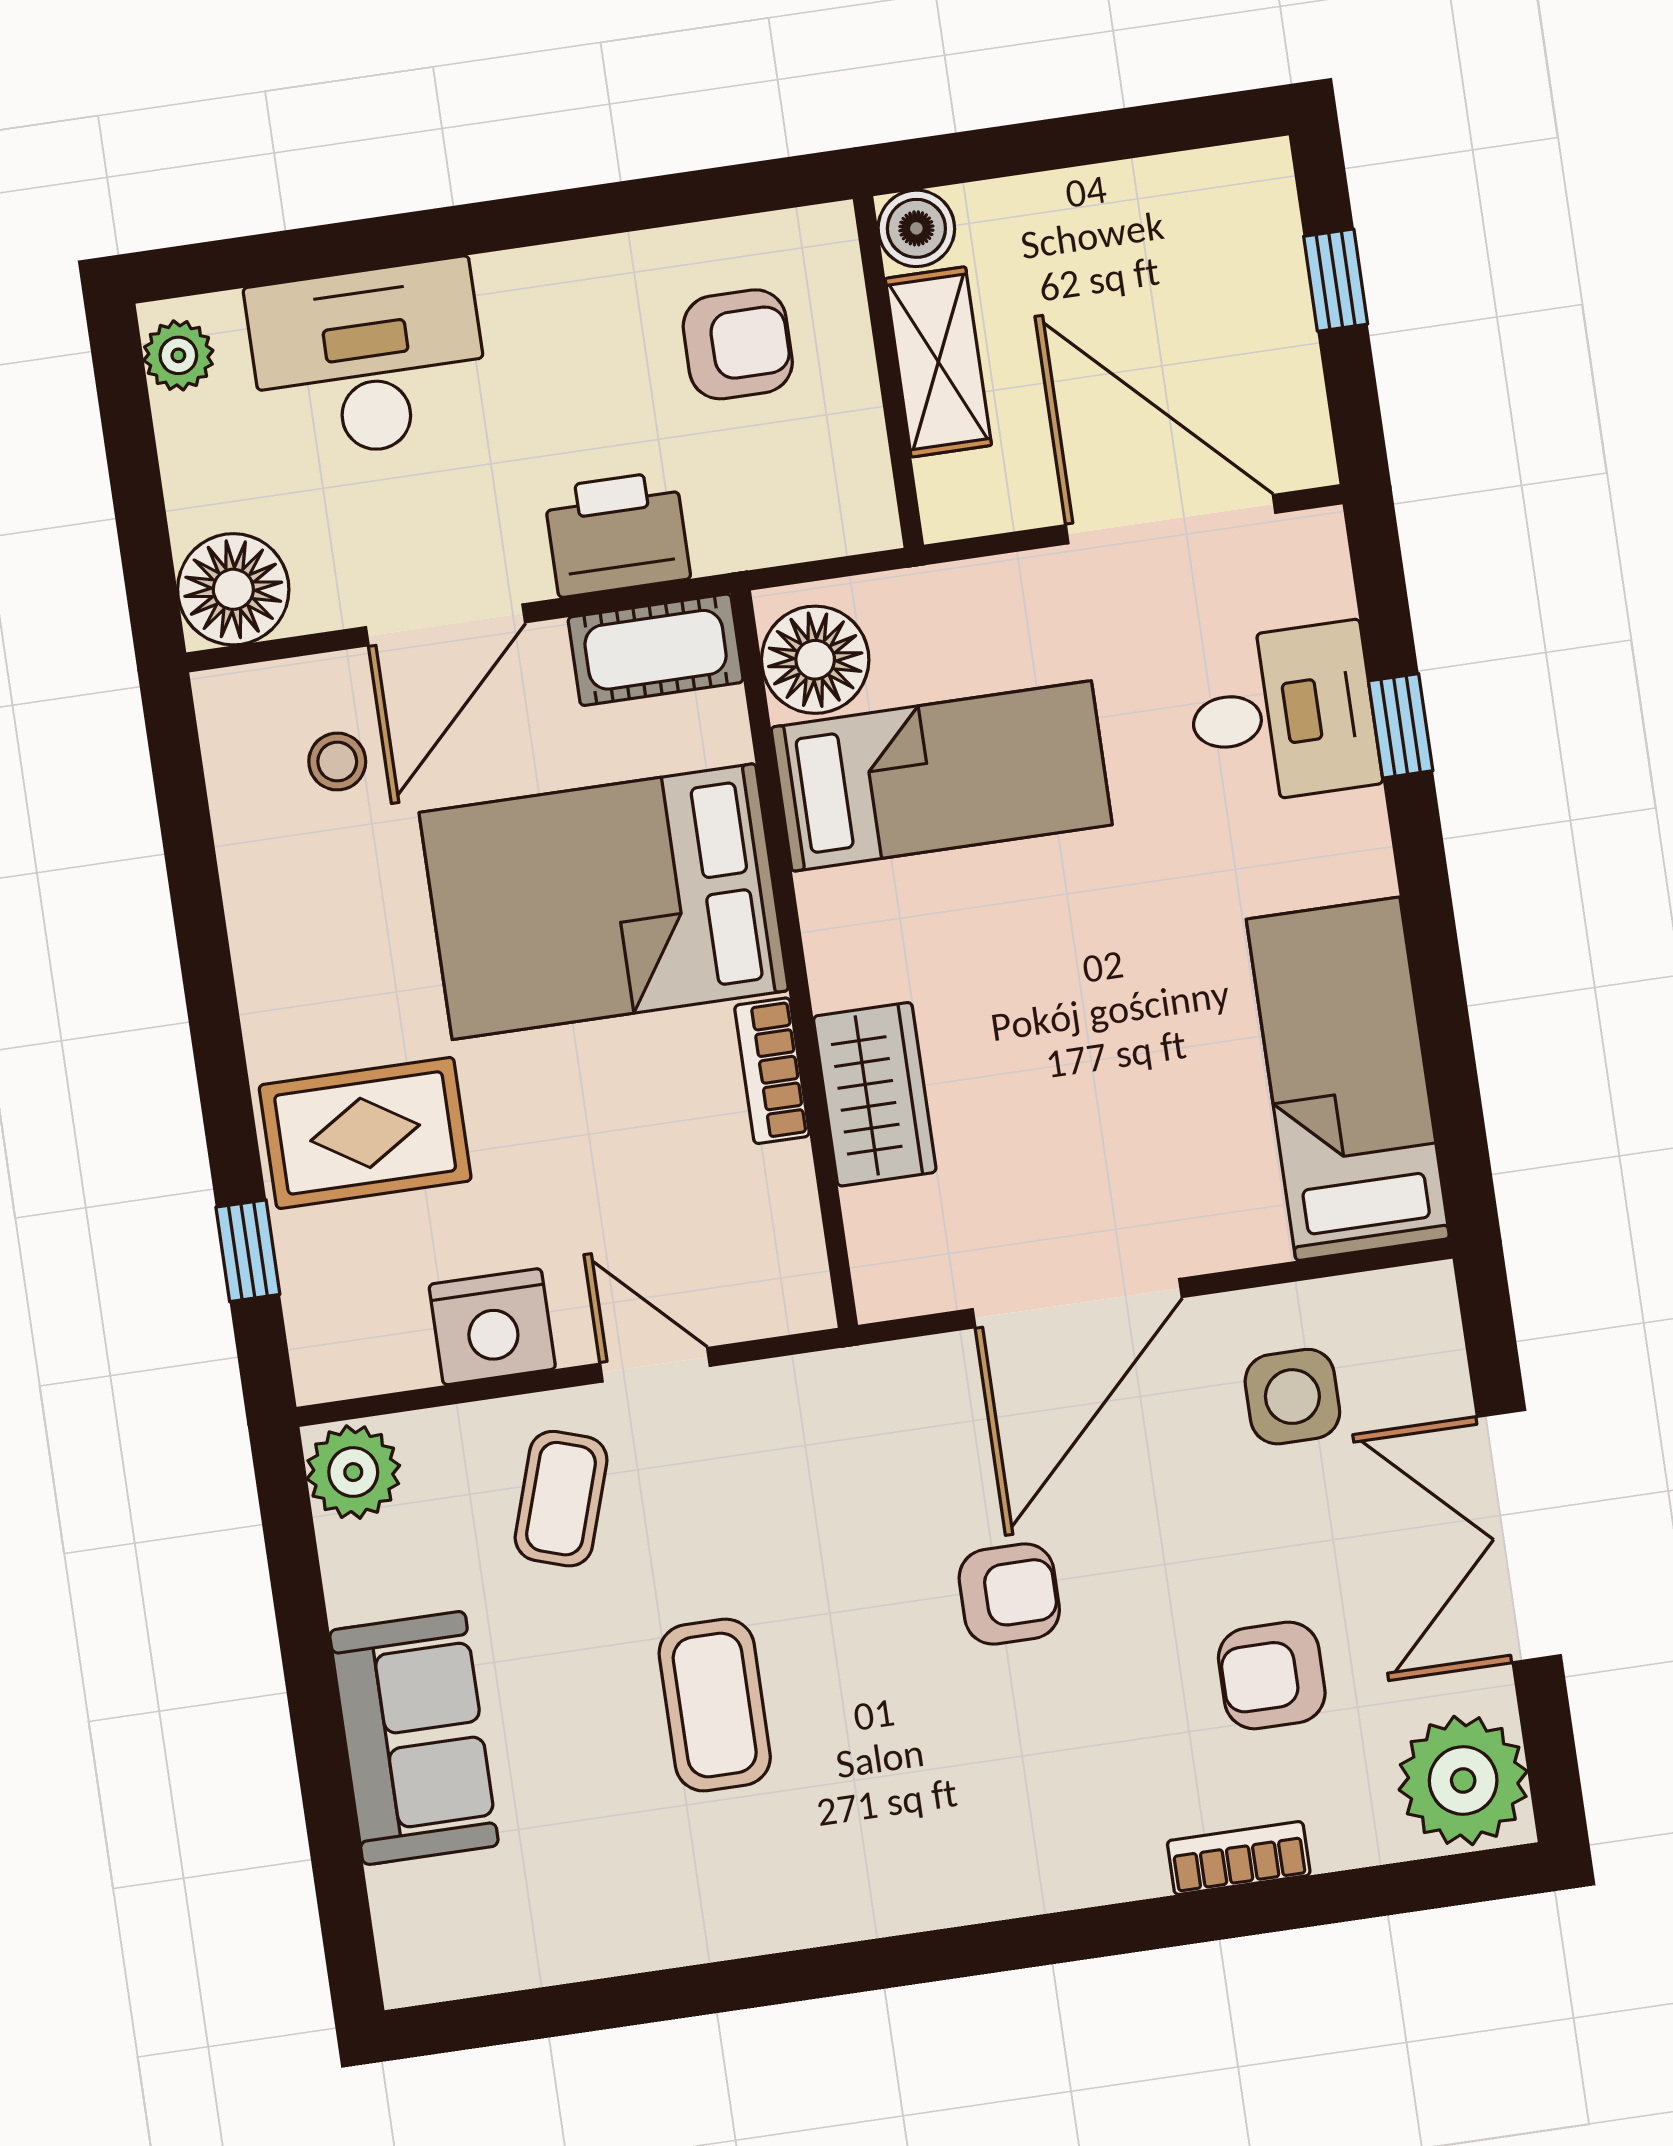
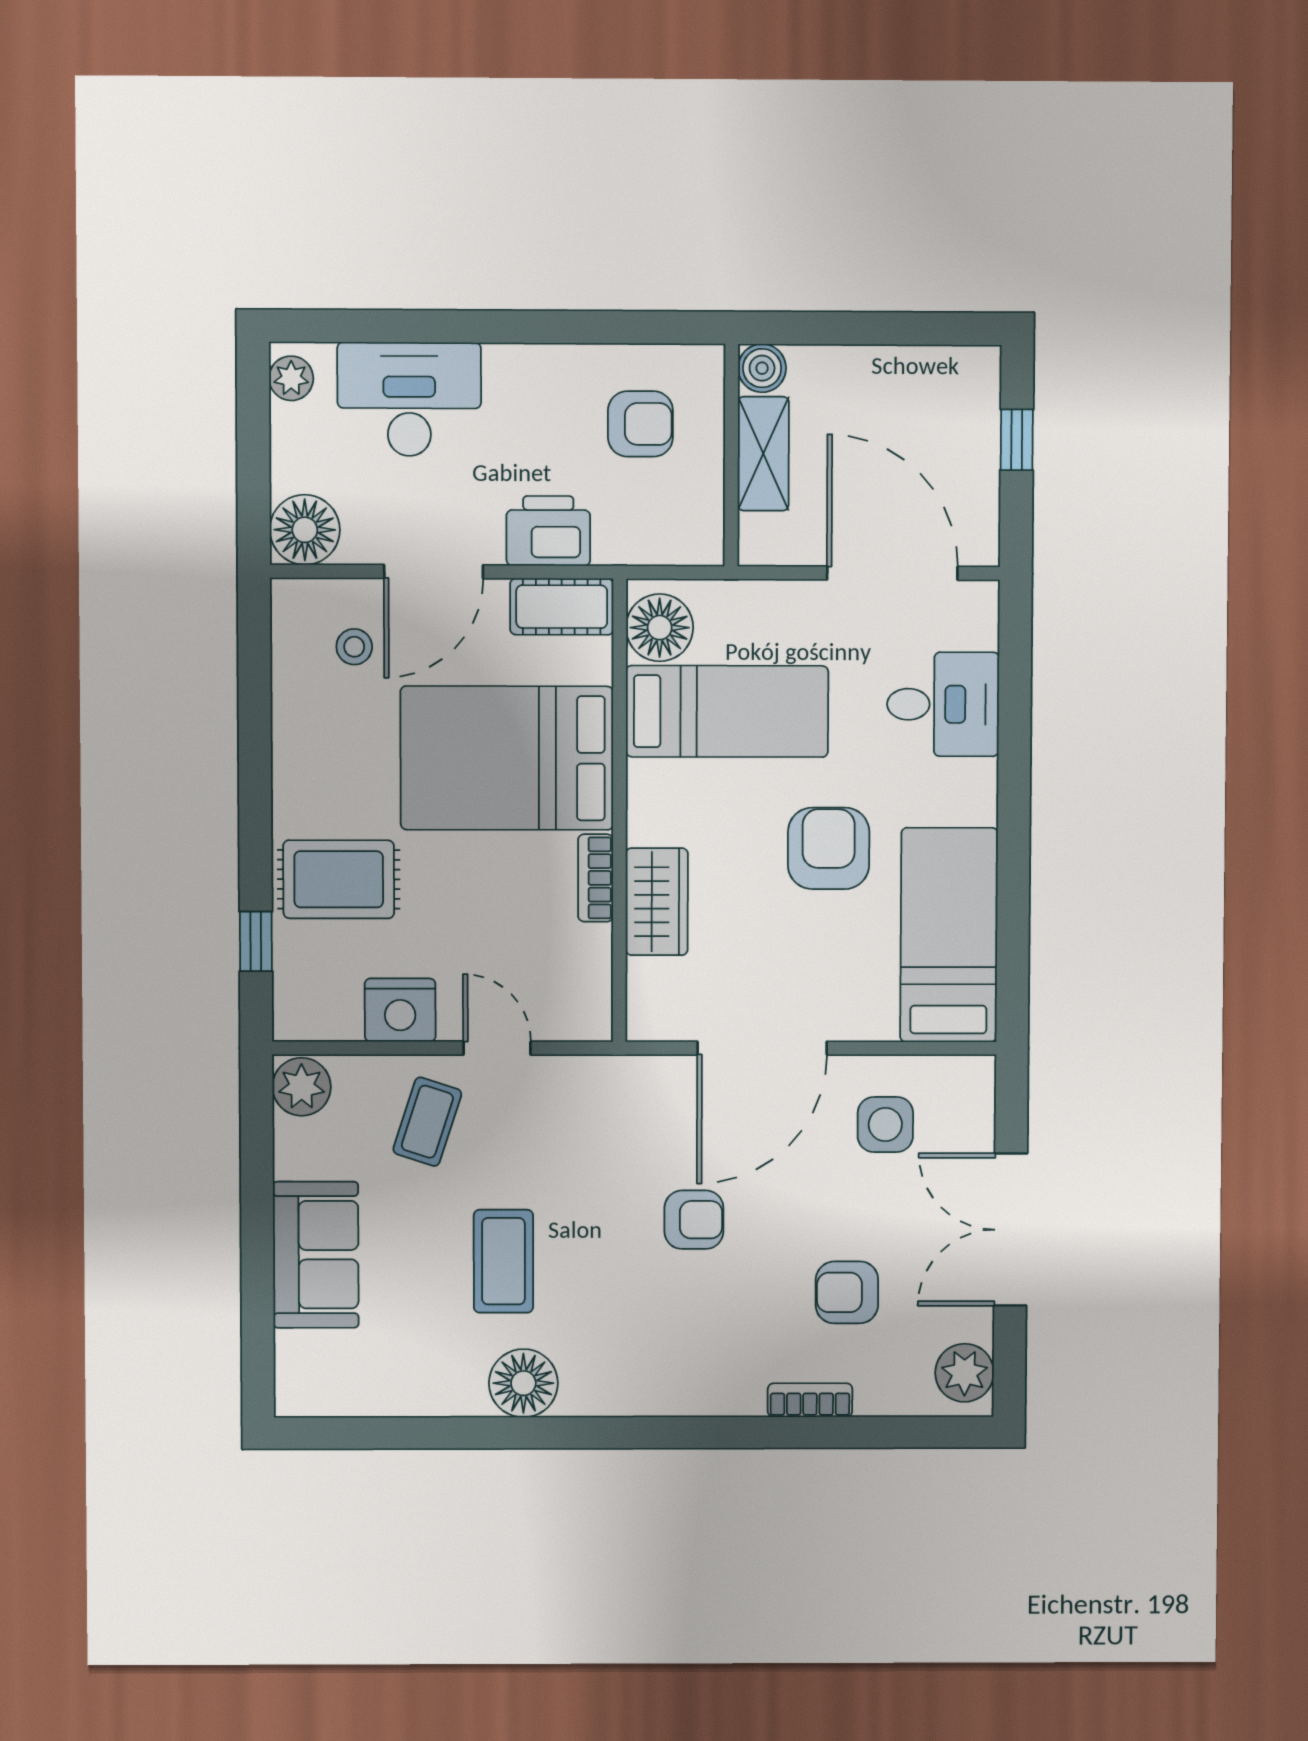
window: (1401, 726) -> (1015, 722), removed
armchair: (1135, 969) -> (829, 848), added
plant: (1463, 1780) -> (965, 1373), width x0.73, depth x0.73
floor lamp: (775, 1897) -> (523, 1383), added

